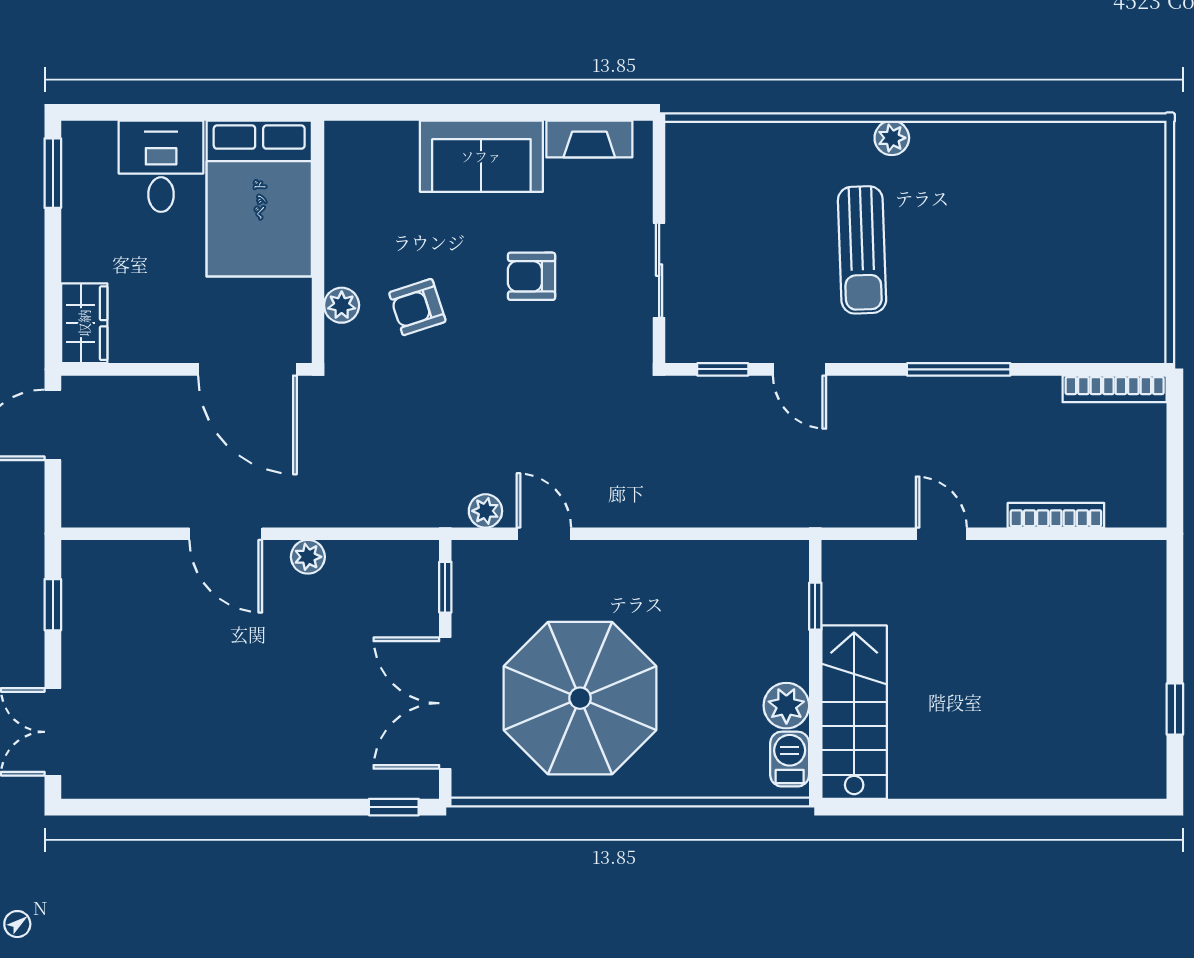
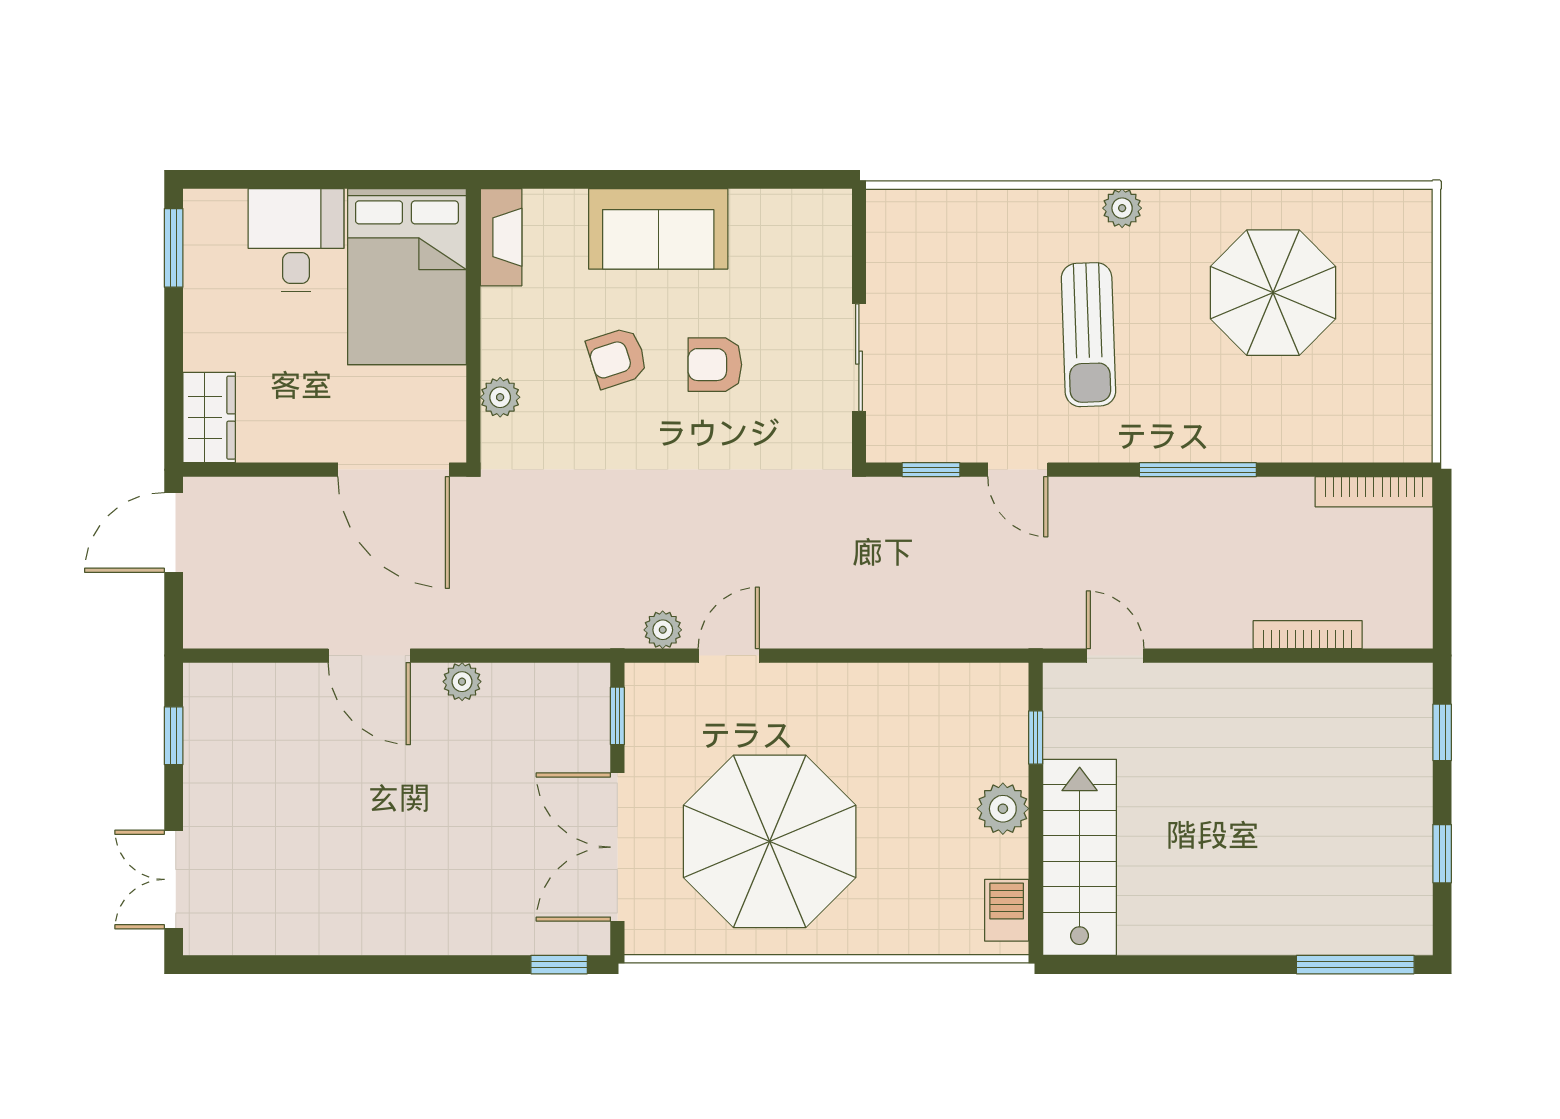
fireplace: (589, 139) -> (501, 237), moved, turned -90
parasol: (1025, 213) -> (1273, 293), added
armchair: (417, 307) -> (617, 358), moved
door: (544, 534) -> (729, 656), hinge flipped
door: (941, 534) -> (1115, 656), moved
window: (1175, 602) -> (1442, 732), added
plant: (786, 706) -> (1003, 809), moved
window: (1098, 807) -> (1355, 965), added

